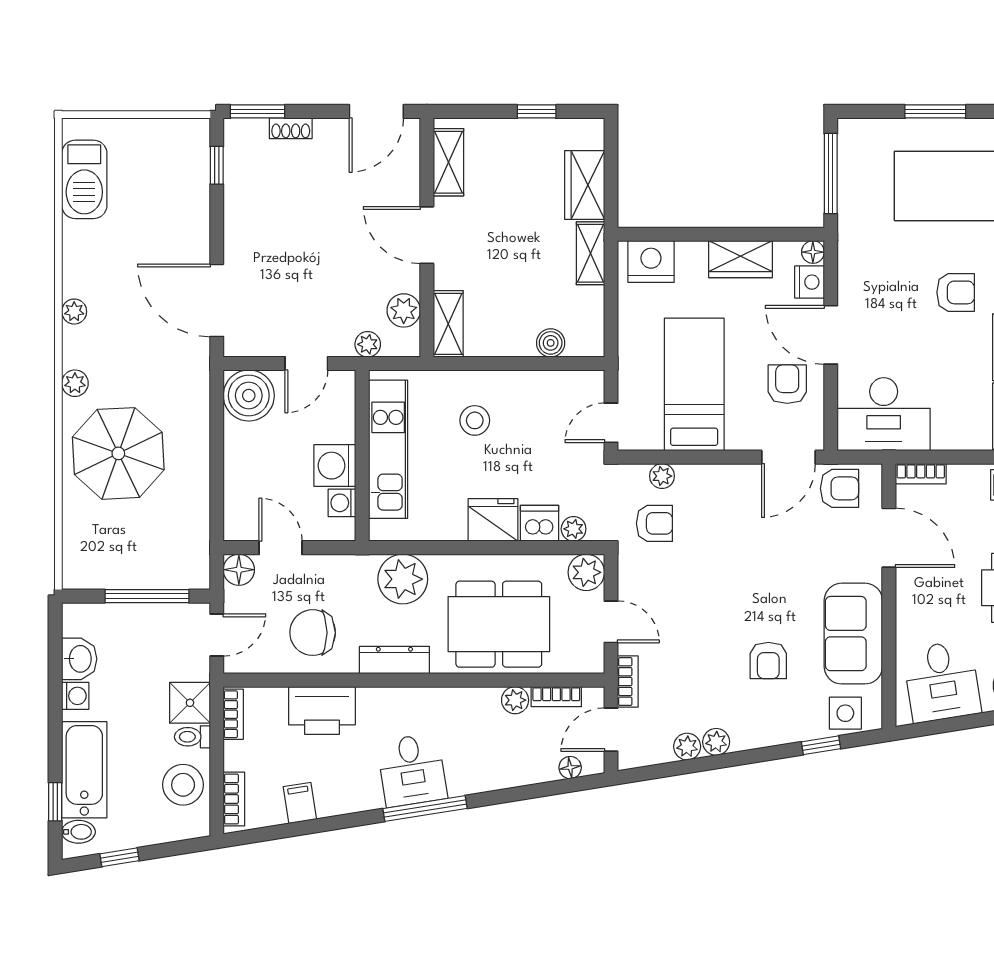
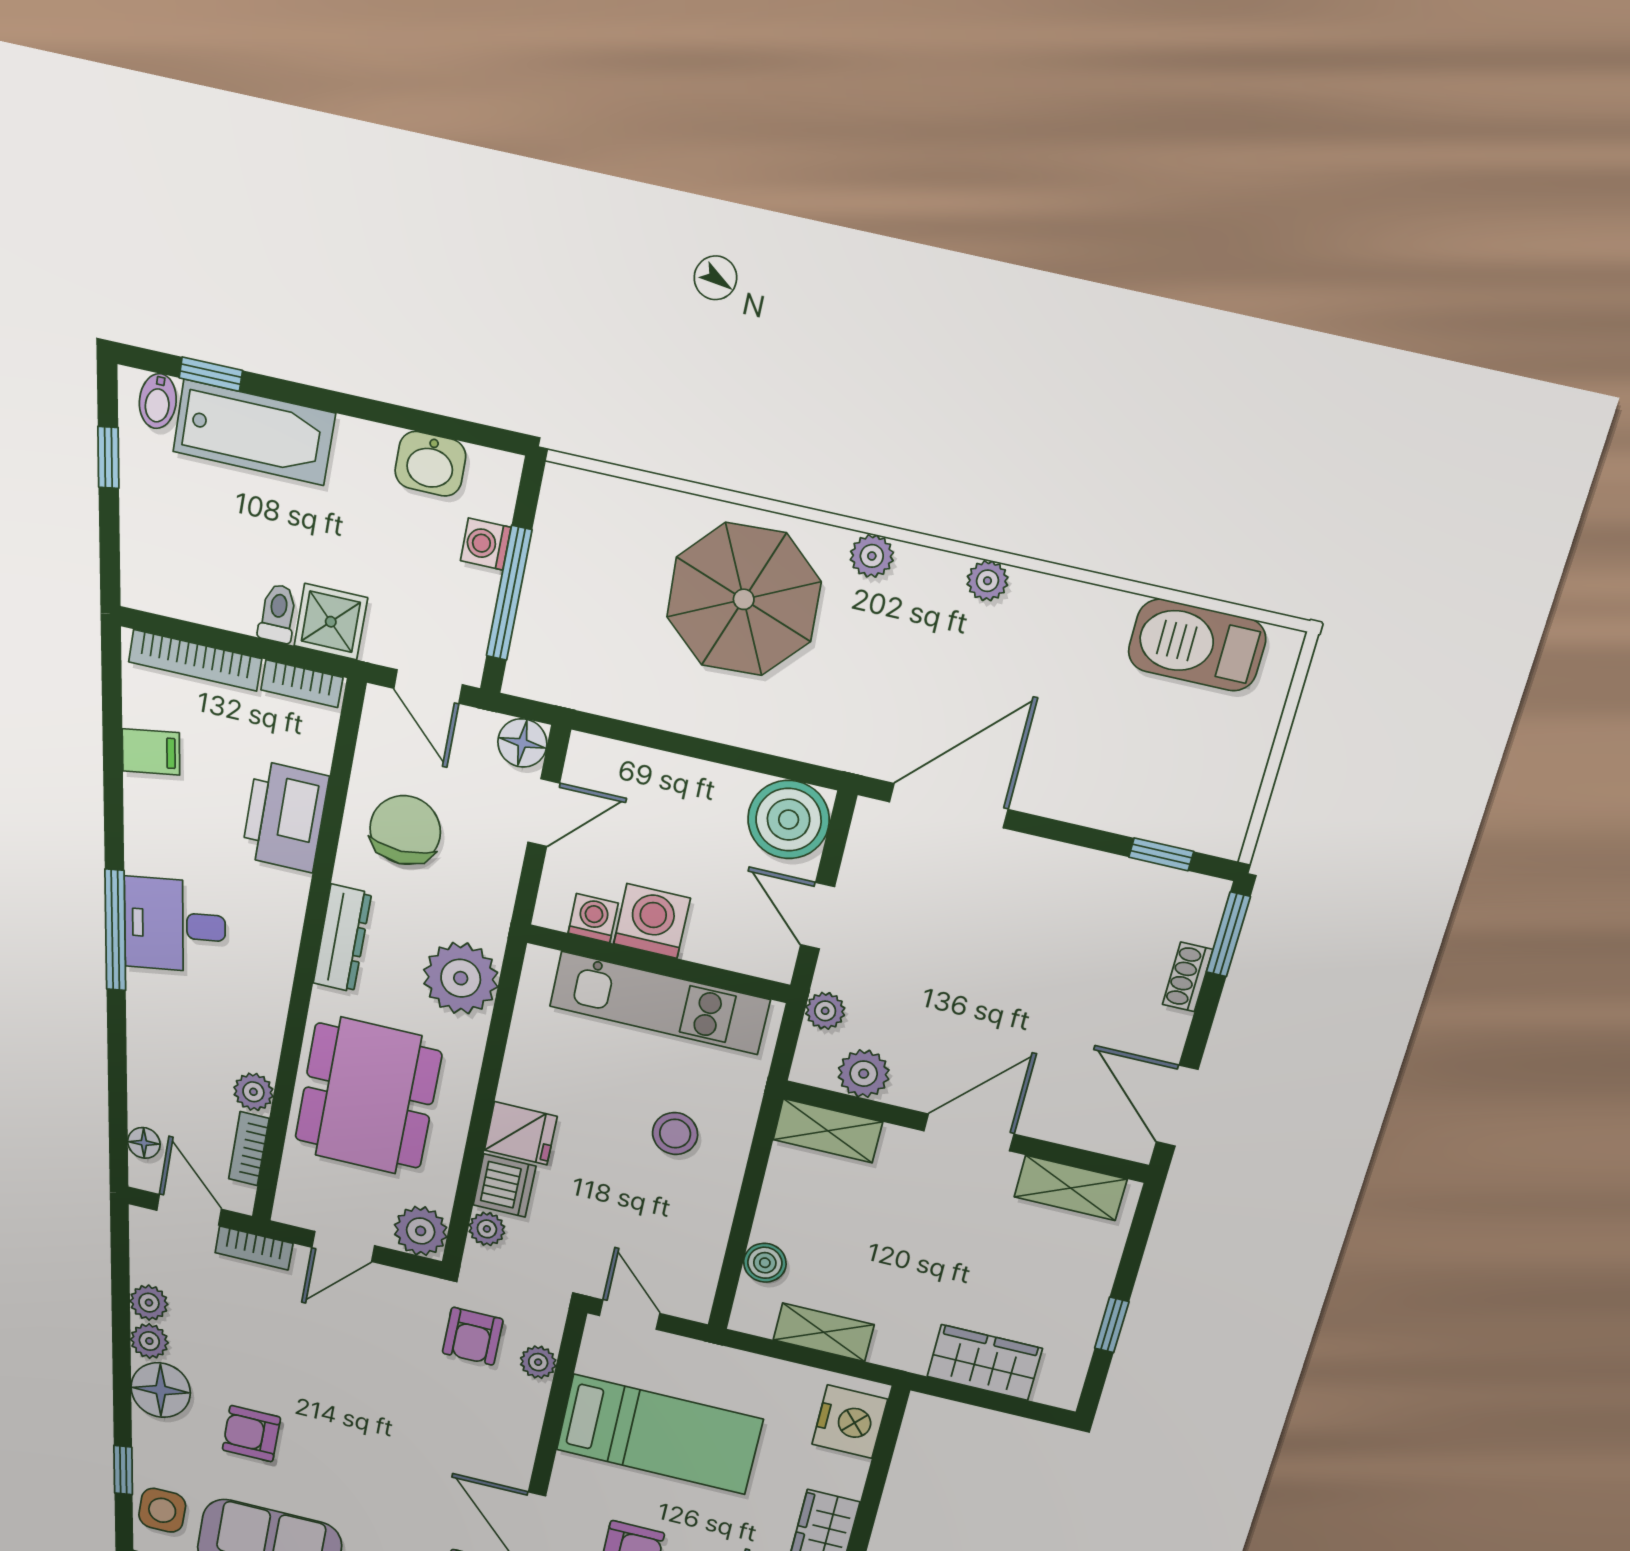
shelving: (590, 253) -> (824, 1332), moved
fridge: (493, 520) -> (521, 1133), width x0.72
washing machine: (75, 696) -> (486, 544), moved, turned 90
floor lamp: (752, 728) -> (161, 1390), added
stool: (183, 785) -> (206, 582), removed
bookcase: (234, 799) -> (195, 660), width x1.56

